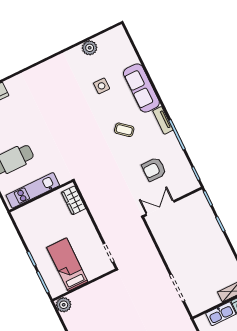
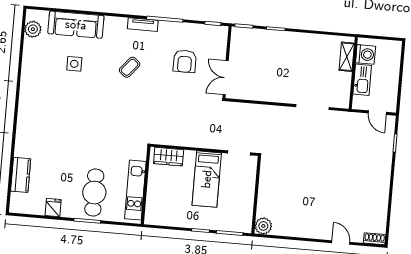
plant: (90, 48) -> (33, 29), moved
sofa: (141, 88) -> (76, 25), moved
bed: (67, 265) -> (207, 179), moved, turned -90

